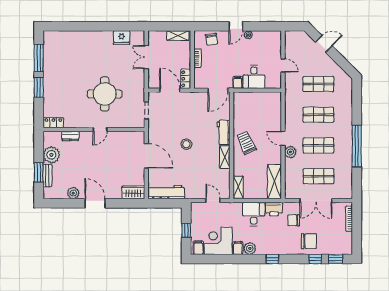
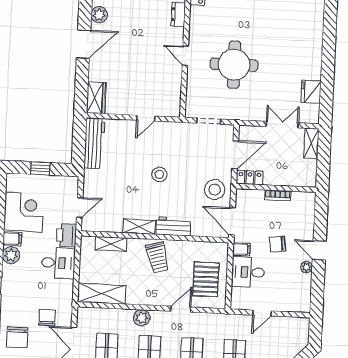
shelving: (178, 36) -> (311, 143), moved
chair: (212, 39) -> (277, 244), moved
stool: (195, 104) -> (215, 190), added
pallet: (261, 107) -> (206, 279), added
door: (283, 138) -> (181, 309), moved
trolley: (246, 143) -> (157, 257), turned 98
door: (146, 156) -> (146, 118), width x0.53
shelving: (238, 187) -> (111, 244), moved
printer: (274, 209) -> (67, 235), moved
filing cabinet: (198, 248) -> (15, 184), removed

